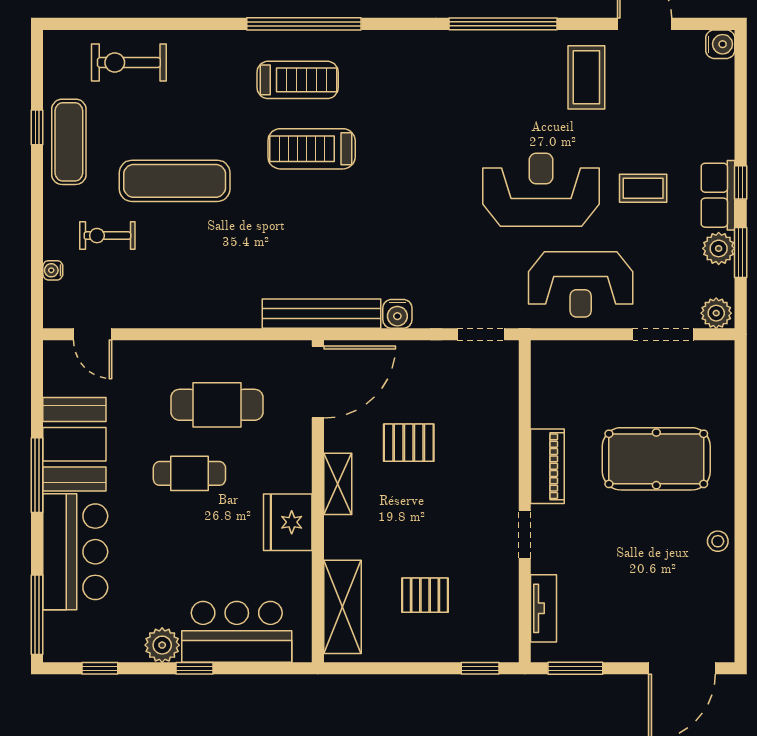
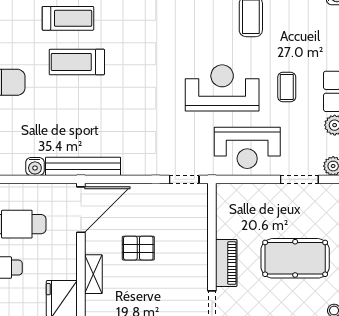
coffee table: (643, 188) -> (287, 87), turned 90
water cooler: (397, 314) -> (35, 167), moved

